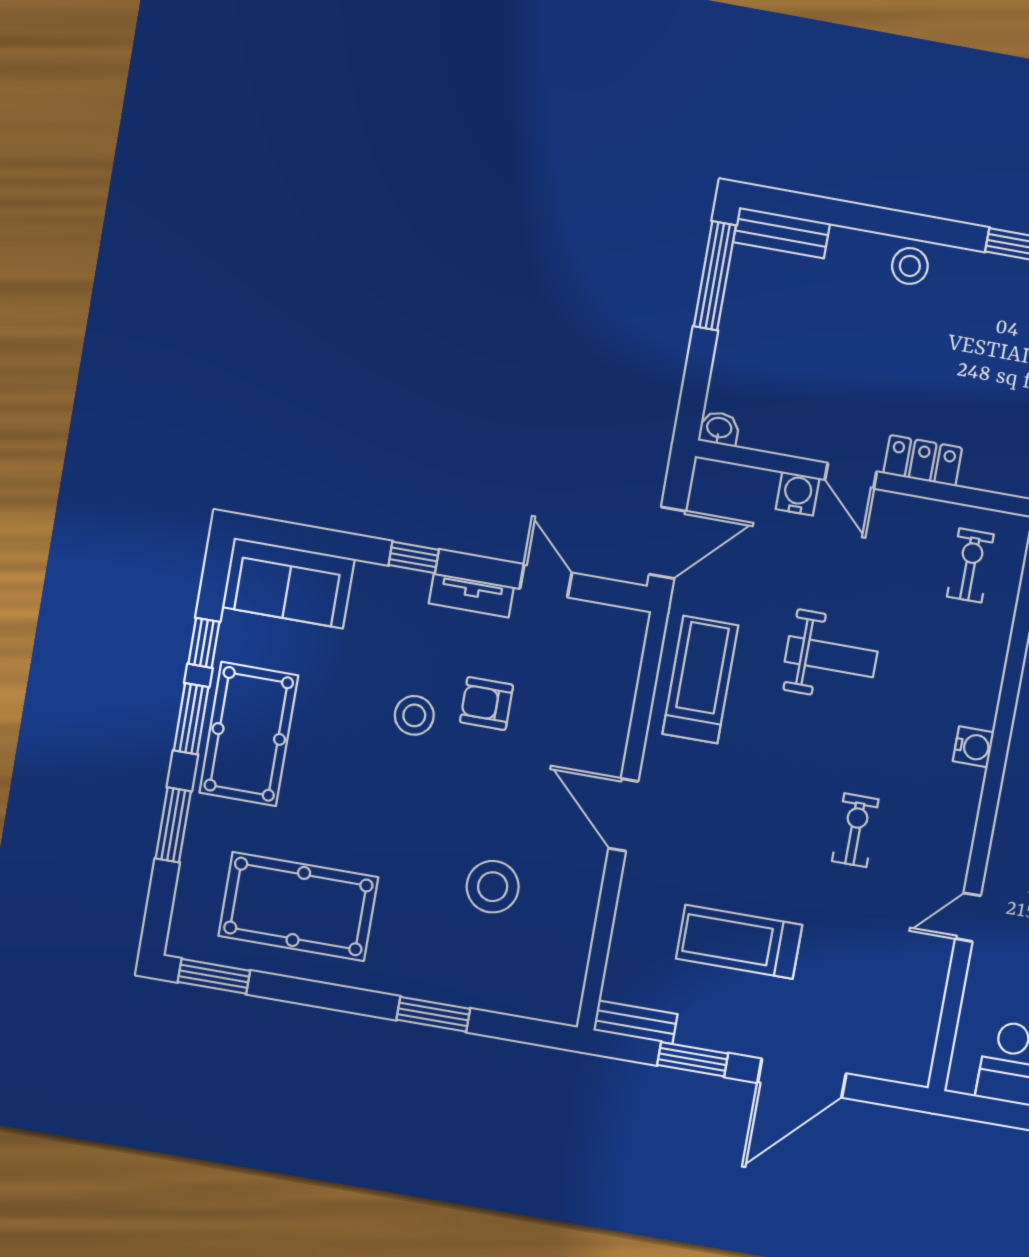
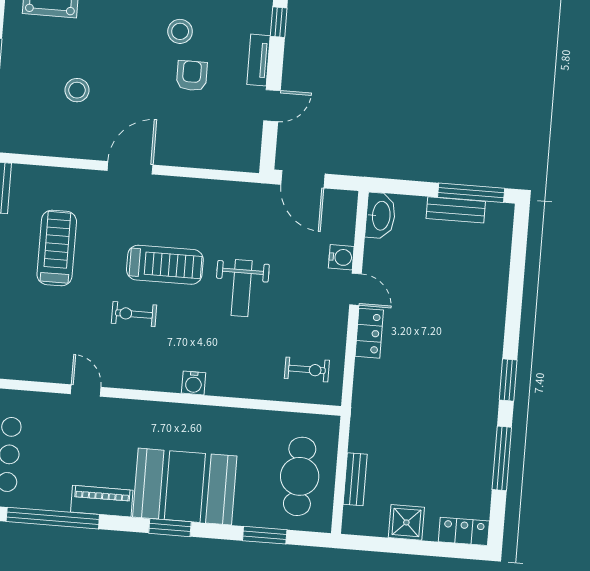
bench: (781, 233) -> (456, 210), moved, turned 90
stool: (910, 266) -> (489, 313), removed
washbasin: (719, 429) -> (380, 216), width x1.91, depth x1.45
door: (851, 476) -> (356, 289), swing flipped
treadmill: (700, 680) -> (165, 265), moved
exercise bike: (855, 830) -> (134, 314), turned 180
stool: (493, 887) -> (77, 90), width x0.73, depth x0.73

